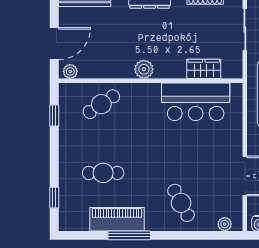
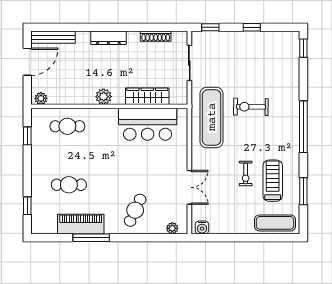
door: (54, 44) -> (27, 62), moved
wardrobe: (204, 69) -> (147, 96), width x1.50
cafe table: (101, 104) -> (67, 126), turned 34
cafe table: (181, 203) -> (135, 210), turned 53

